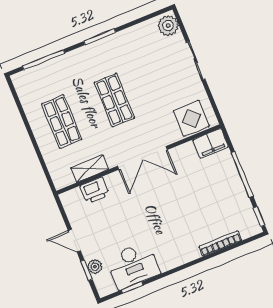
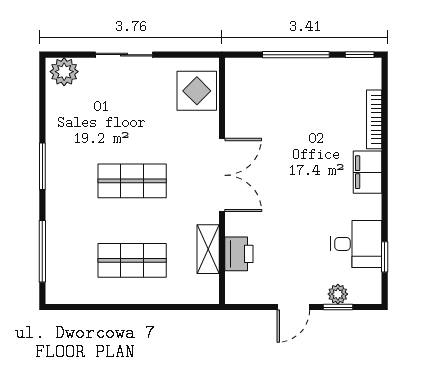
filing cabinet: (211, 143) -> (368, 172), moved, turned 180
desk: (133, 265) -> (356, 244), width x0.73

